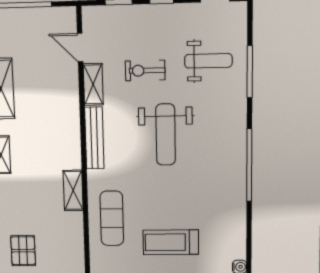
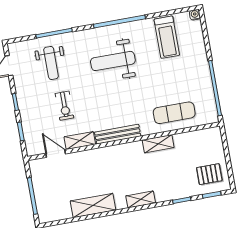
door: (80, 48) -> (56, 154), swing flipped
weight bench: (208, 61) -> (51, 63), turned 180
weight bench: (166, 135) -> (113, 61), moved, turned 180
treadmill: (171, 242) -> (167, 37), moved

